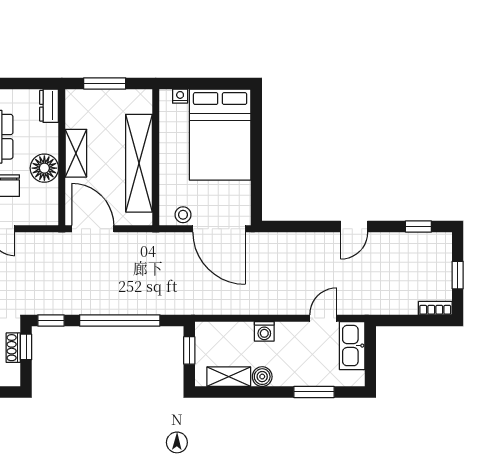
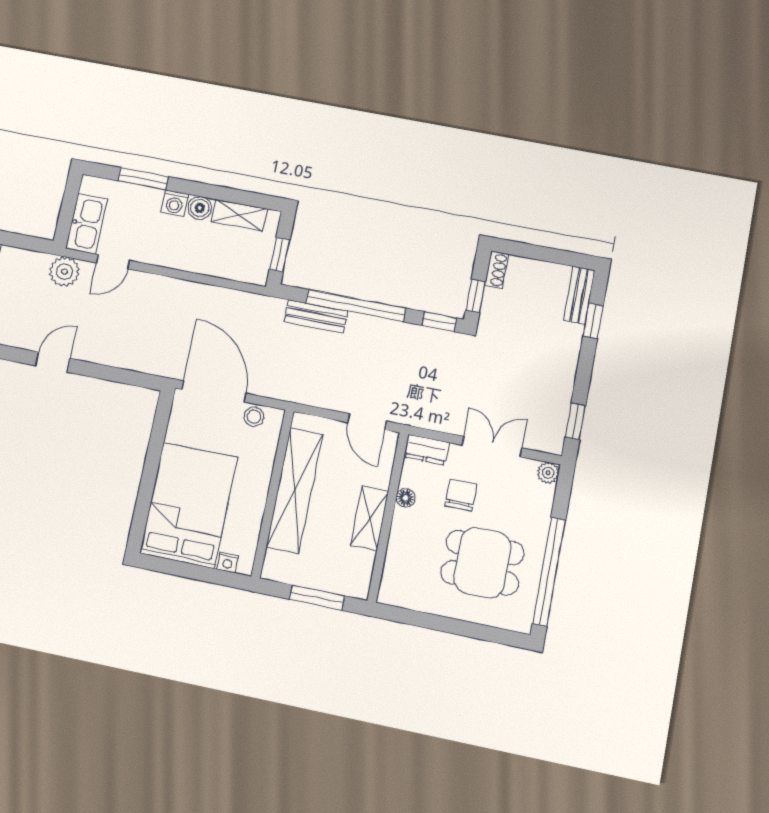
dresser: (49, 106) -> (427, 450), moved, turned 90
floor lamp: (44, 168) -> (406, 498), width x0.53, depth x0.53
door: (93, 229) -> (367, 422), width x0.73
plant: (361, 302) -> (64, 272), added
bench: (150, 305) -> (316, 316), added
washing machine: (264, 331) -> (175, 203), moved, turned 180
shoe rack: (13, 348) -> (496, 270), moved

